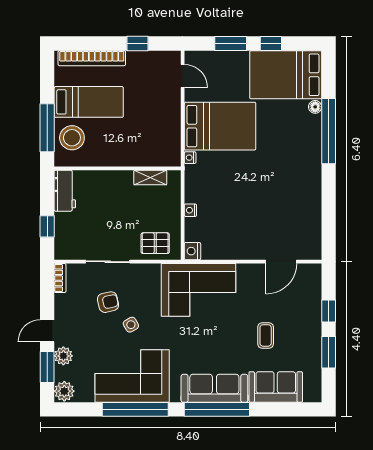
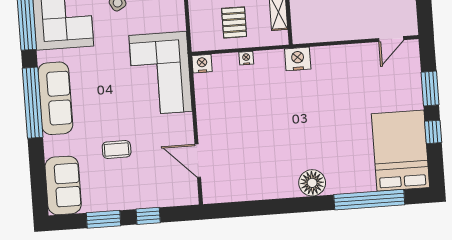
floor lamp: (315, 107) -> (312, 183), moved, width x1.89, depth x1.89
bed: (220, 126) -> (340, 84), removed
window: (329, 131) -> (369, 200), moved
nightstand: (190, 158) -> (298, 59), width x1.89, depth x1.79
pallet: (155, 243) -> (234, 22), moved
sofa: (276, 387) -> (63, 185), moved

